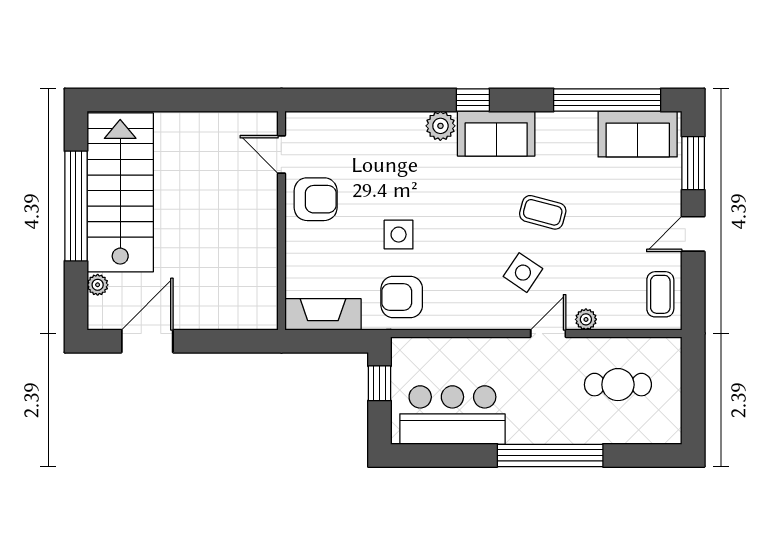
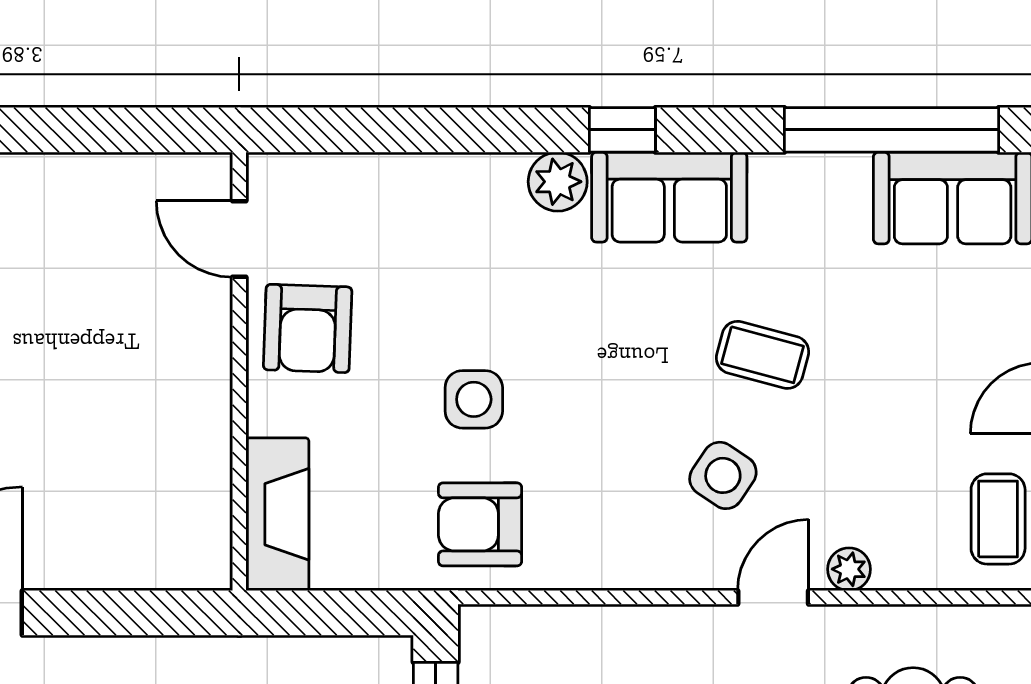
armchair: (316, 199) -> (308, 328), turned 92
fireplace: (323, 314) -> (277, 514), moved, turned 90

